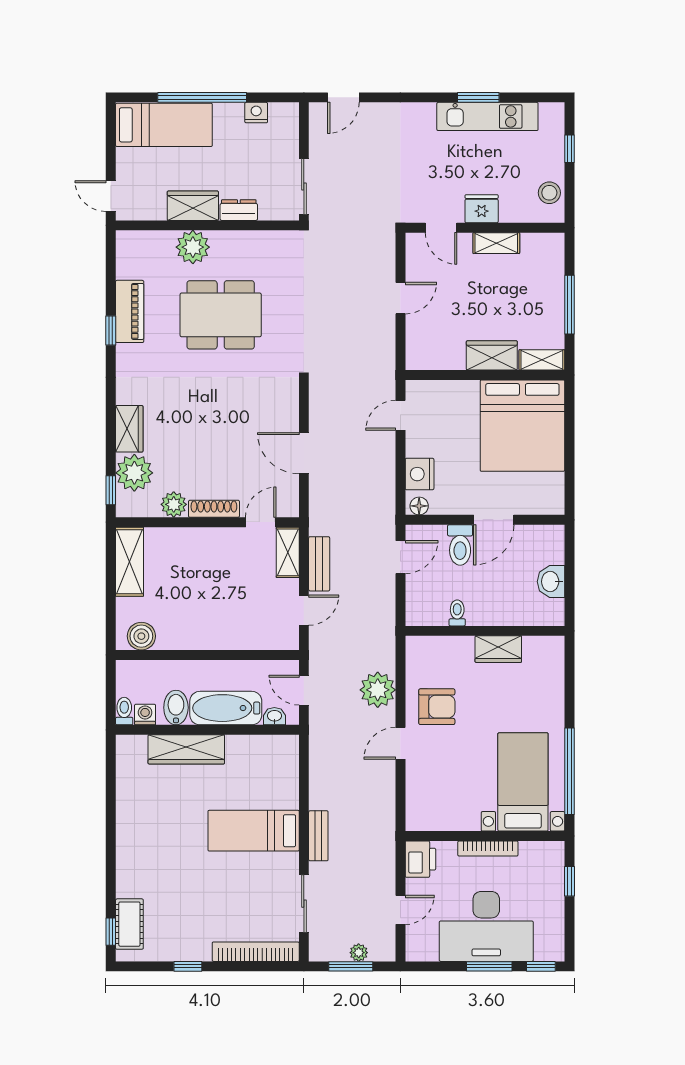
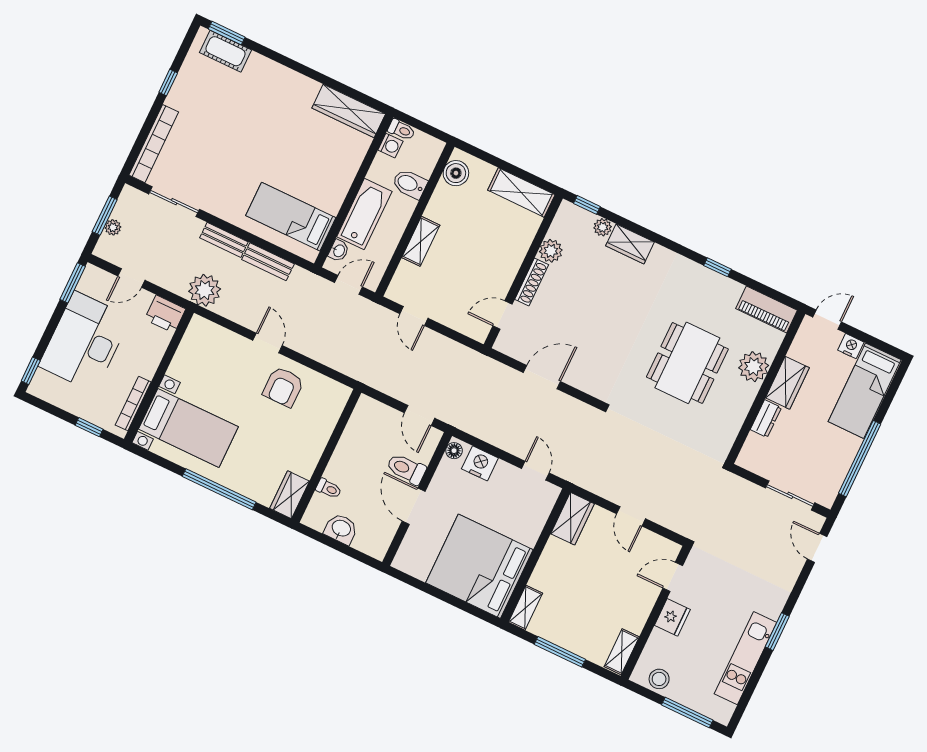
window: (202, 97) -> (860, 459), moved
window: (478, 97) -> (777, 632), moved
nightstand: (256, 113) -> (851, 346), moved, turned -90
window: (569, 149) -> (687, 713), width x2.17
sliding door: (304, 187) -> (790, 495), moved
shelving: (496, 243) -> (622, 652), moved
piano: (130, 311) -> (767, 309), moved
wardrobe: (492, 355) -> (572, 519), moved
plant: (134, 473) -> (603, 227), width x0.53, depth x0.53
door: (261, 522) -> (502, 315), swing flipped
shelving: (288, 552) -> (421, 241), moved, turned 90
bench: (319, 564) -> (268, 262), moved
toilet: (457, 613) -> (329, 489), moved
wardrobe: (498, 649) -> (290, 495), moved
plant: (378, 690) -> (205, 290), moved
bidet: (176, 708) -> (410, 184), moved, turned 180
wardrobe: (186, 749) -> (349, 111), moved, turned -90
window: (569, 771) -> (219, 489), moved
bed: (254, 831) -> (291, 217), moved, turned -90
bookcase: (488, 849) -> (133, 404), moved
door: (400, 910) -> (131, 278), hinge flipped
window: (111, 932) -> (227, 33), width x1.50
window: (489, 966) -> (73, 283), moved

